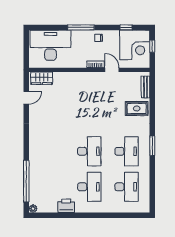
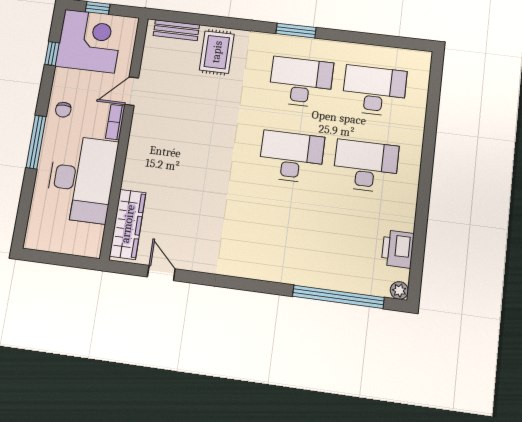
desk: (51, 45) -> (81, 179), moved, turned 180
wardrobe: (42, 78) -> (128, 224), width x1.50
printer: (66, 206) -> (398, 249), moved

